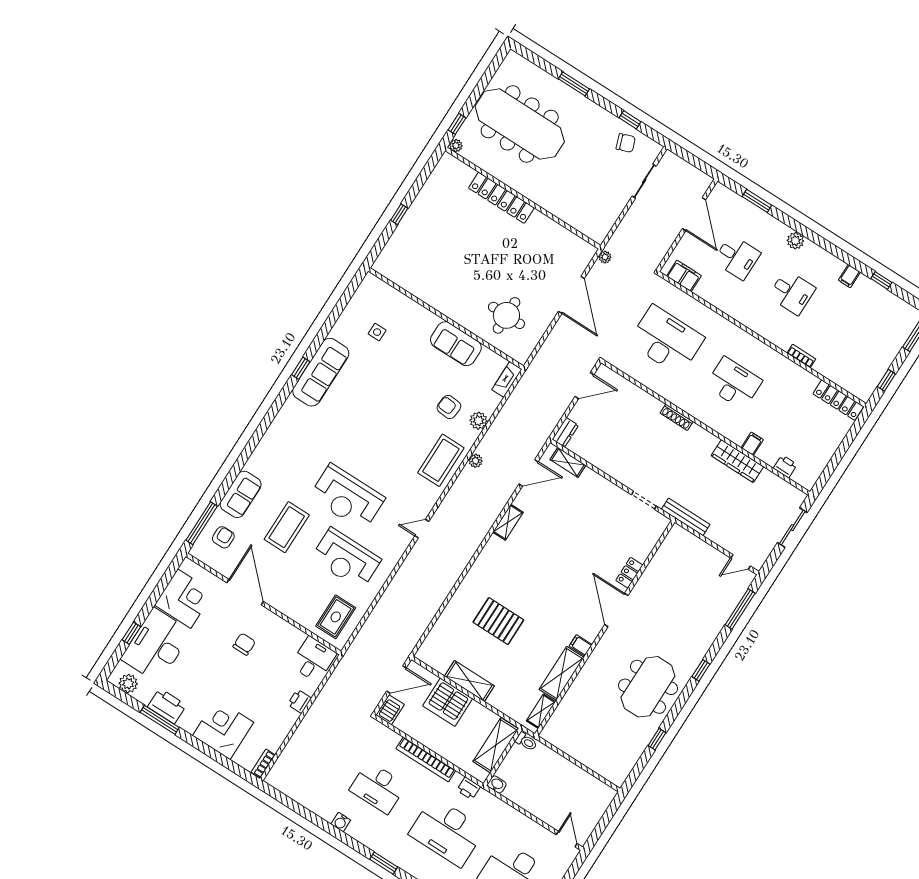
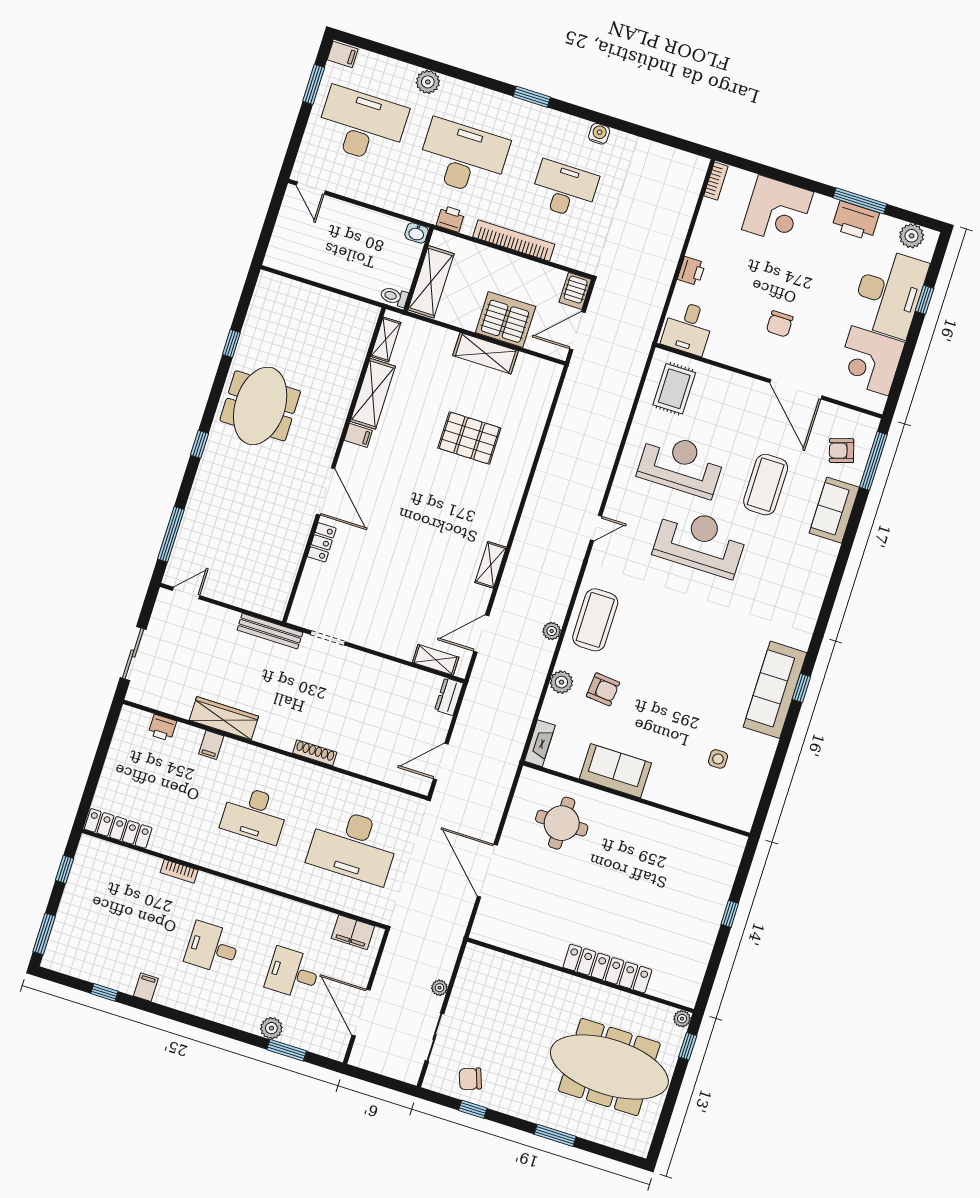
plant: (795, 241) -> (271, 1028), moved
plant: (605, 257) -> (439, 988), moved
armchair: (223, 537) -> (842, 451), turned 73

